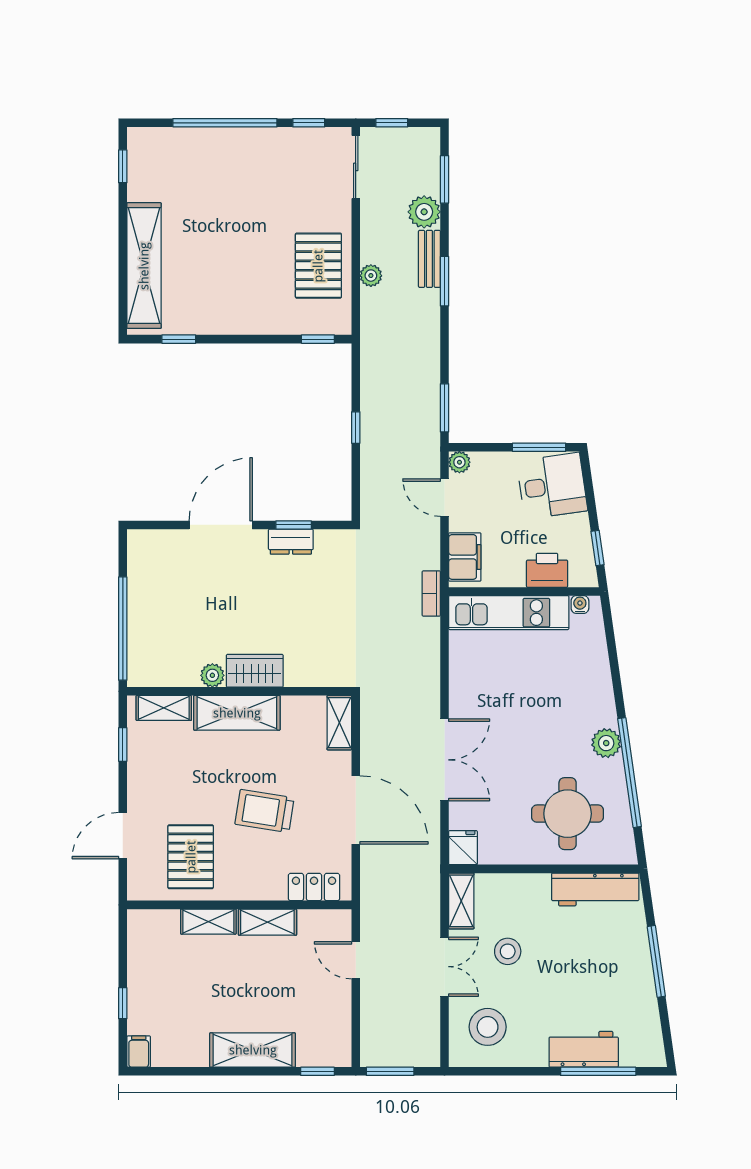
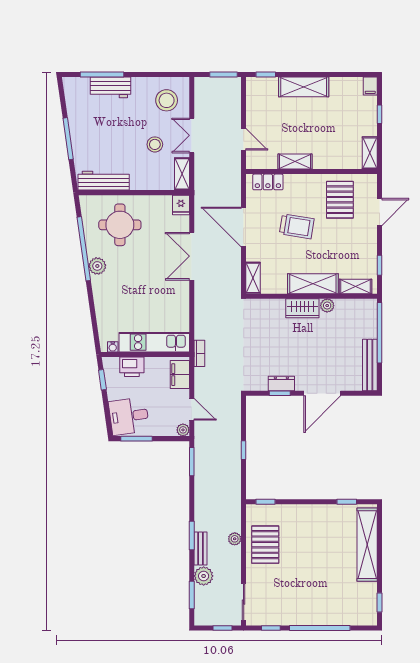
bench: (139, 573) -> (370, 365), added
shelving: (208, 922) -> (370, 153), moved, turned 90

